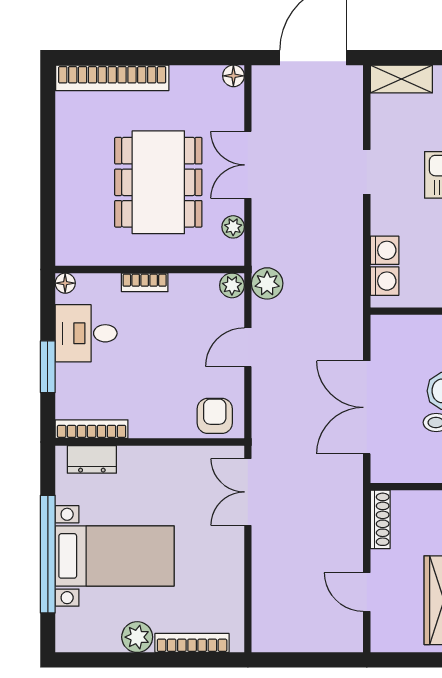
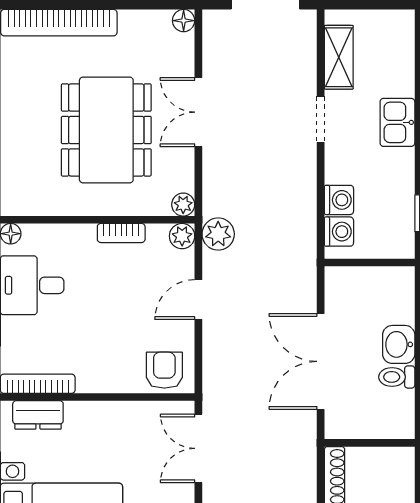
shelving: (401, 79) -> (339, 57), moved, turned 90
plant: (233, 227) -> (183, 205), moved
bookcase: (145, 282) -> (121, 233), moved

